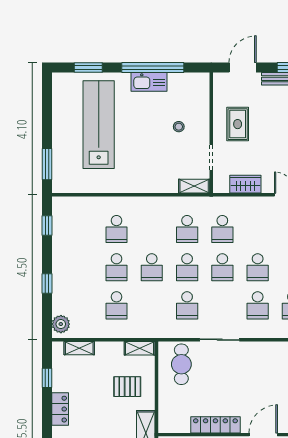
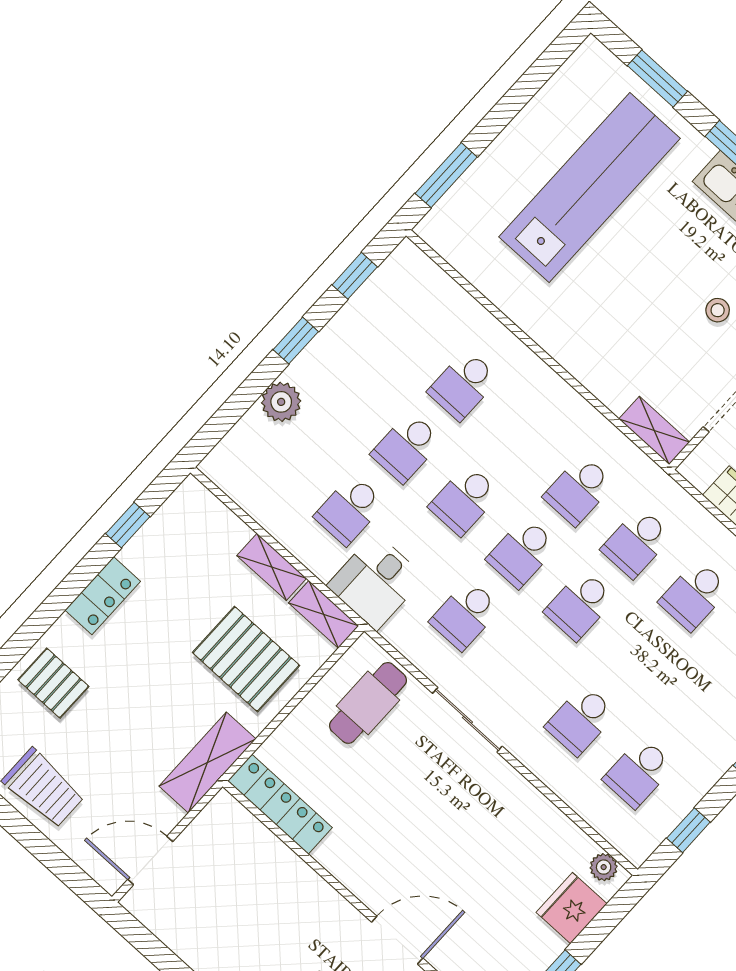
school desk: (258, 267) -> (694, 595), moved
window: (47, 283) -> (296, 341), moved
desk: (147, 321) -> (376, 582), added
plant: (61, 324) -> (281, 402), moved
shelving: (79, 348) -> (272, 567), moved
pallet: (127, 387) -> (246, 659), width x1.50, depth x1.42
locker: (215, 425) -> (280, 804), moved

